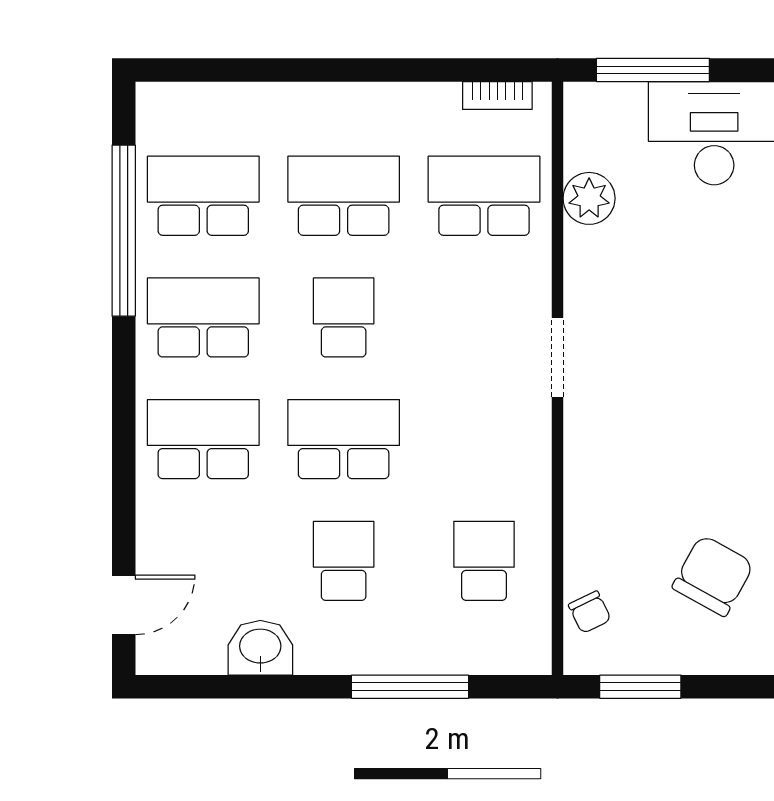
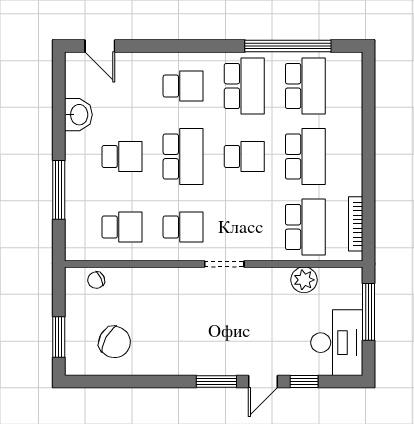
bookcase: (497, 95) -> (356, 224), width x1.56
school desk: (203, 439) -> (183, 86), width x0.54
school desk: (484, 439) -> (183, 227), added
window: (640, 687) -> (59, 337), moved

